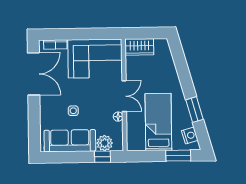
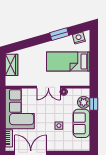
wardrobe: (139, 47) -> (11, 65), moved
double door: (124, 96) -> (48, 87), swing flipped
sofa: (70, 141) -> (81, 123), width x0.73
window: (178, 156) -> (94, 47), removed

